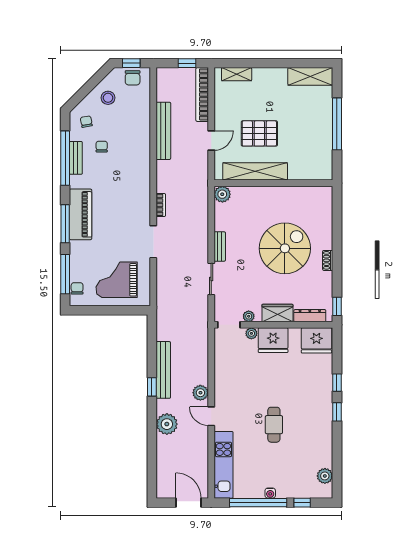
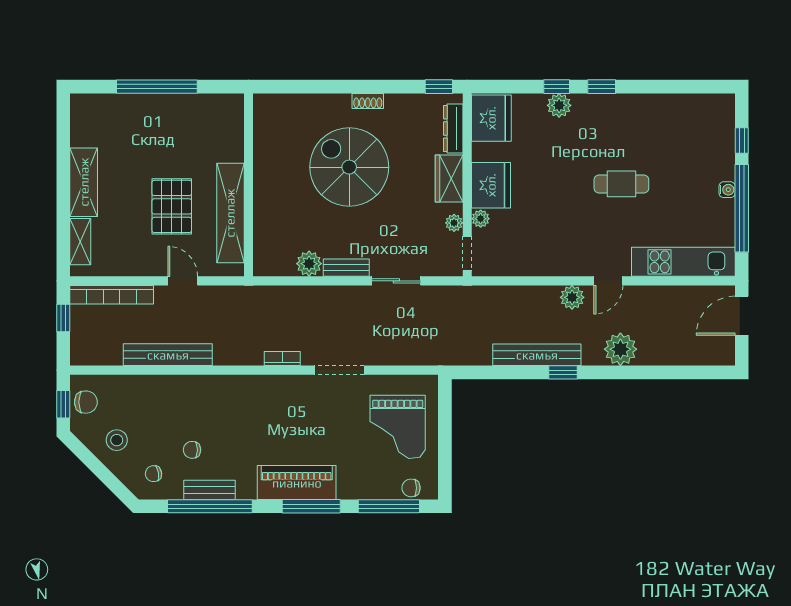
shelving: (310, 76) -> (84, 182), moved
plant: (222, 194) -> (309, 264), moved
plant: (325, 476) -> (559, 105), moved

